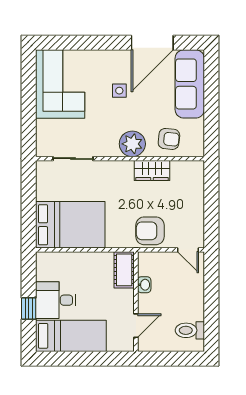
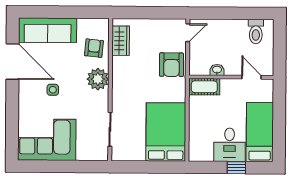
wardrobe: (152, 170) -> (121, 41), moved

